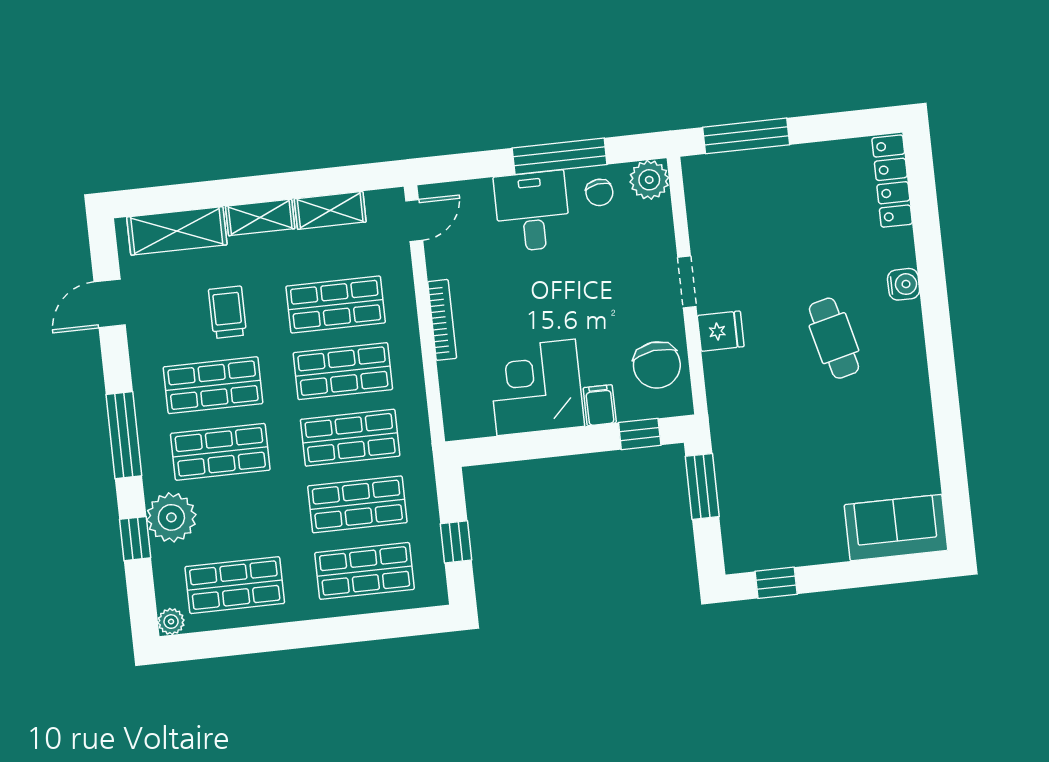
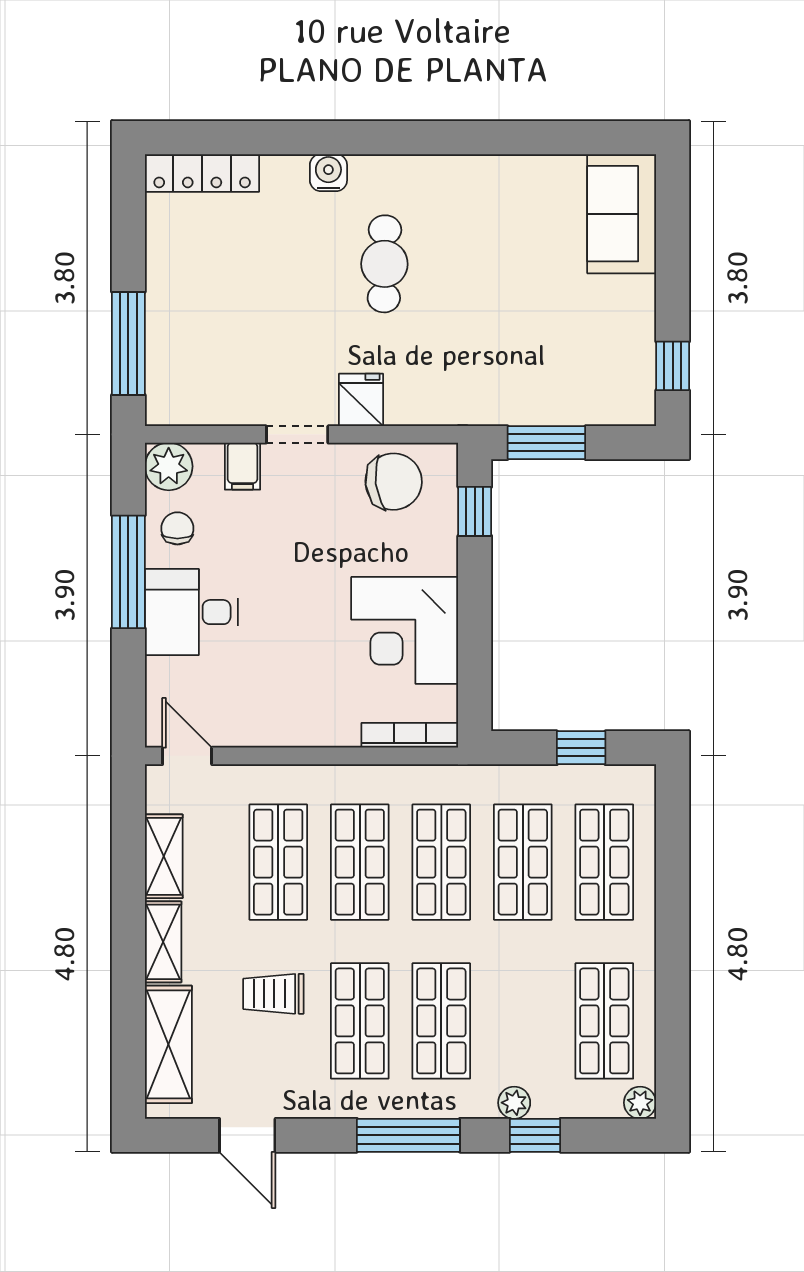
chair: (599, 192) -> (177, 528), turned -82
bookcase: (442, 320) -> (410, 735), moved
cafe table: (834, 338) -> (384, 264), turned -75
filing cabinet: (600, 405) -> (243, 466), moved, turned -90
plant: (171, 517) -> (514, 1103), width x0.53, depth x0.53

